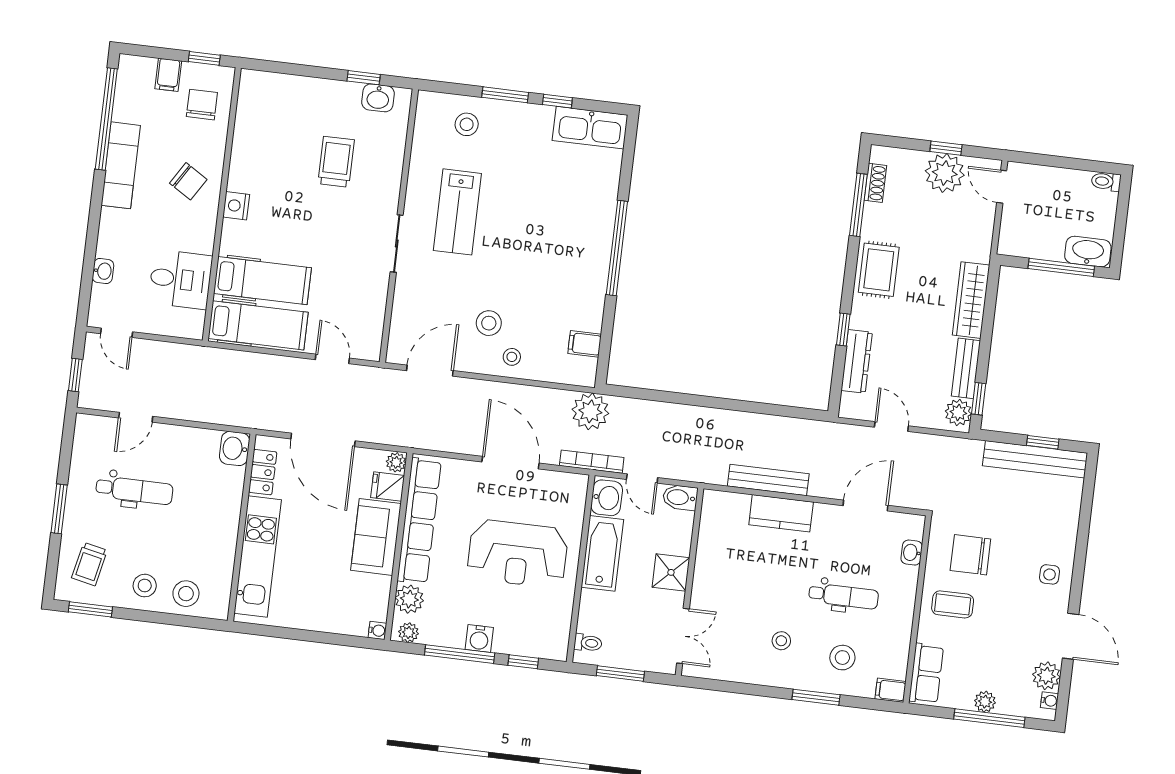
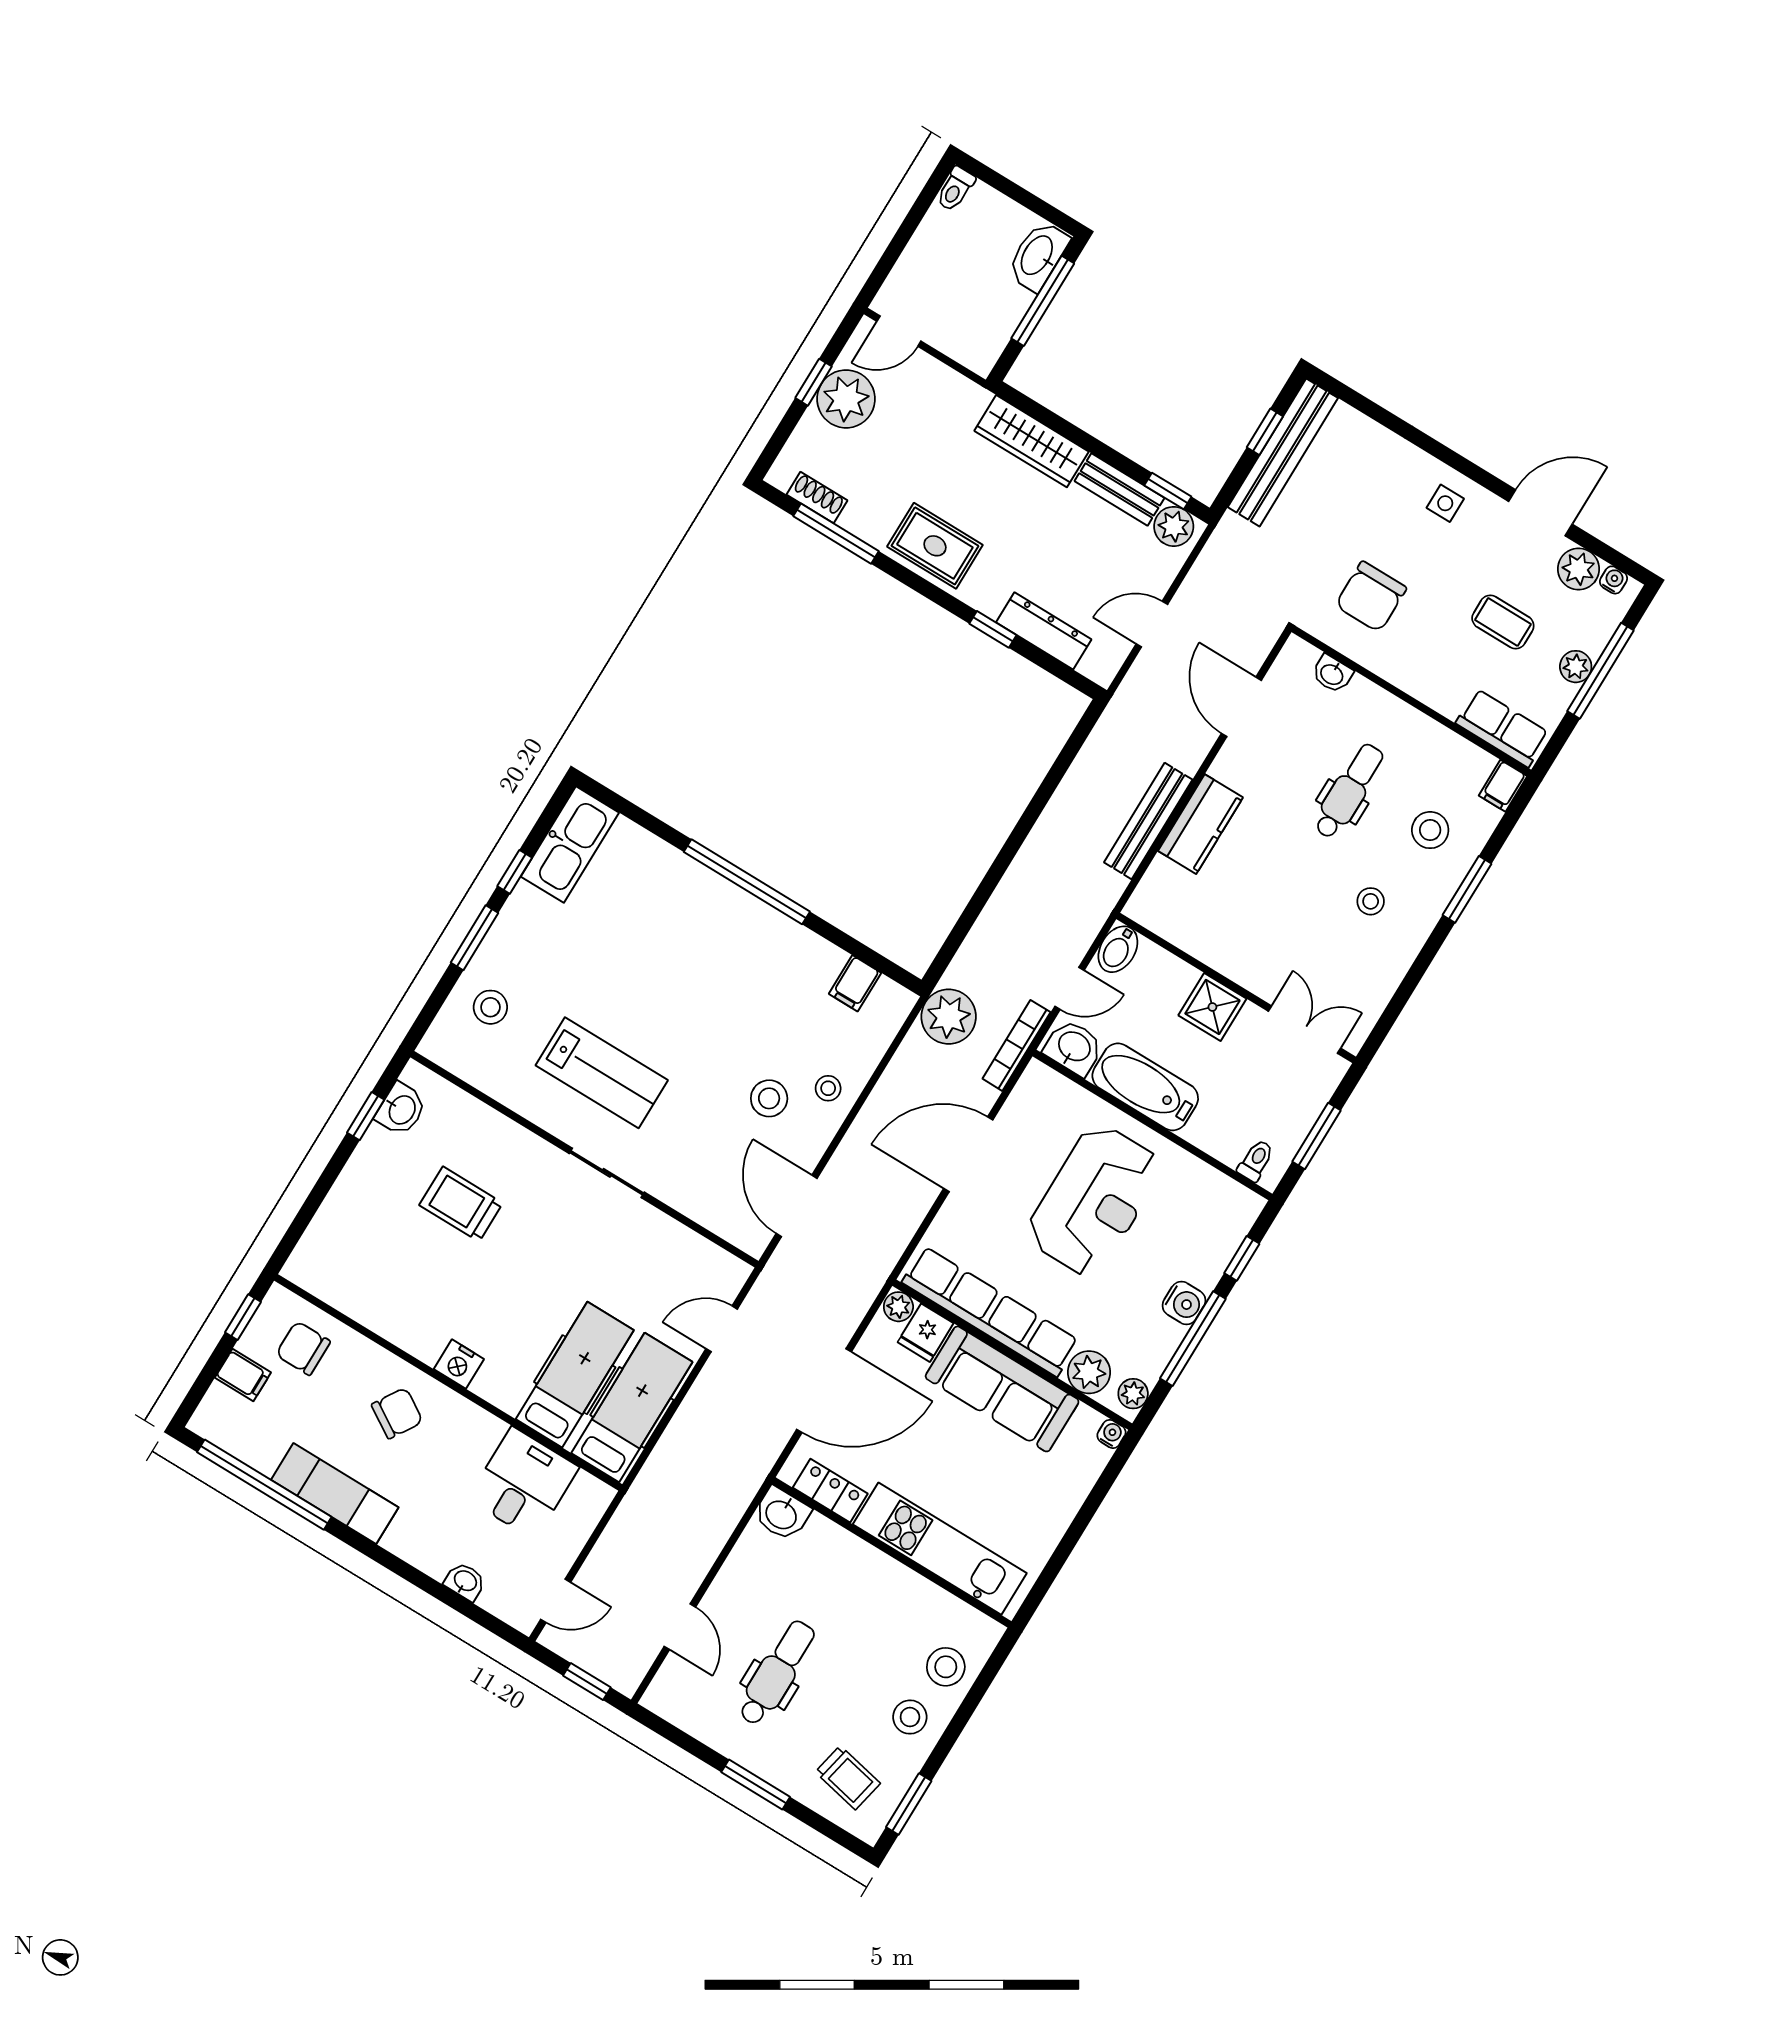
sofa: (376, 537) -> (1002, 1389), width x1.36
coffee table: (953, 604) -> (1503, 622), moved, turned 90

